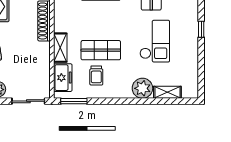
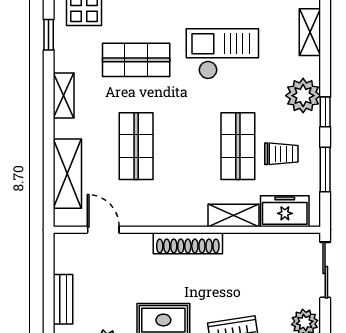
plant: (142, 88) -> (303, 96), moved
window: (74, 101) -> (325, 170), moved
window: (121, 101) -> (325, 112), added

